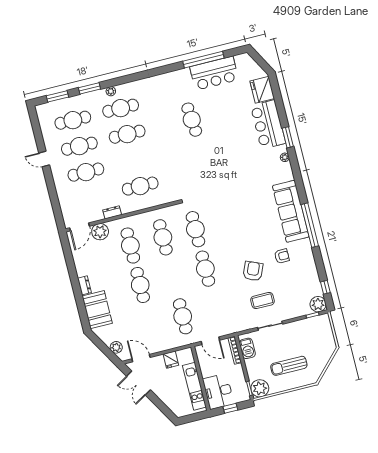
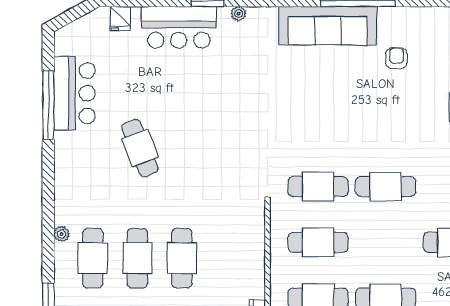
fridge: (262, 90) -> (120, 18), width x0.53, depth x0.75
plant: (111, 91) -> (62, 234), moved
cafe table: (192, 120) -> (140, 148), turned 74
cafe table: (140, 186) -> (182, 258), moved
armchair: (253, 271) -> (409, 111), removed

